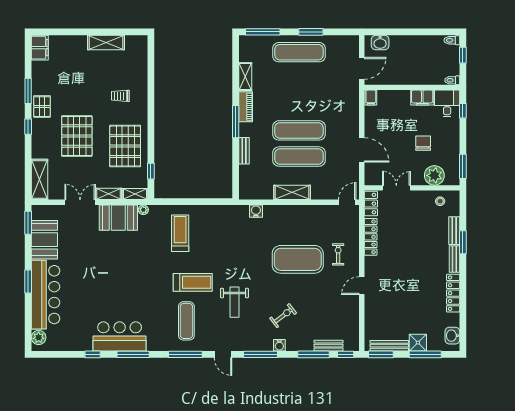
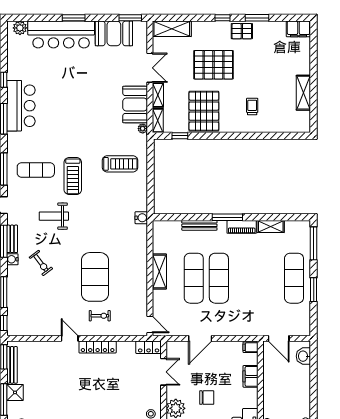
filing cabinet: (422, 98) -> (250, 376), moved
pallet: (125, 146) -> (204, 111), turned 90
bench: (244, 151) -> (199, 225), width x1.36
water cooler: (256, 211) -> (141, 218), moved
locker: (371, 237) -> (98, 347), moved
bench: (329, 346) -> (12, 239), moved

